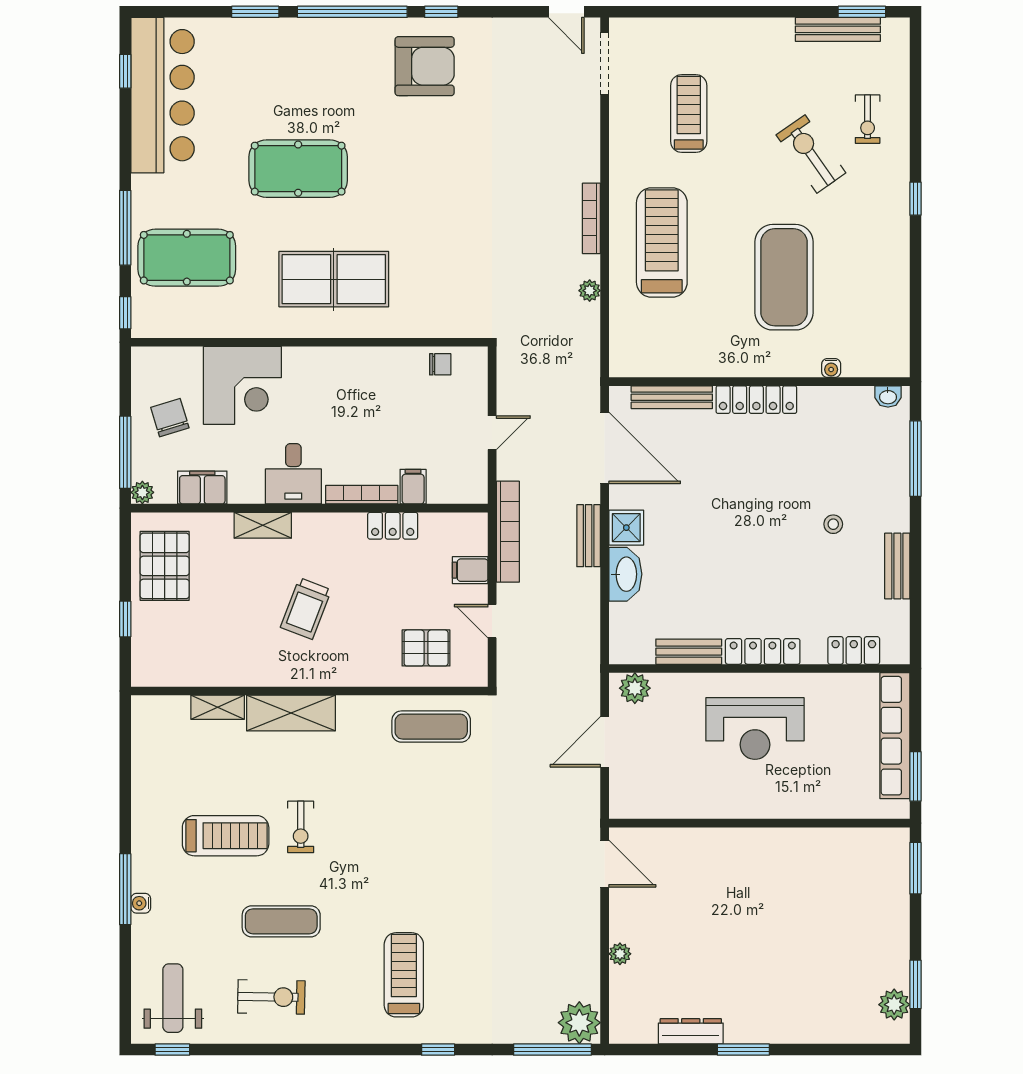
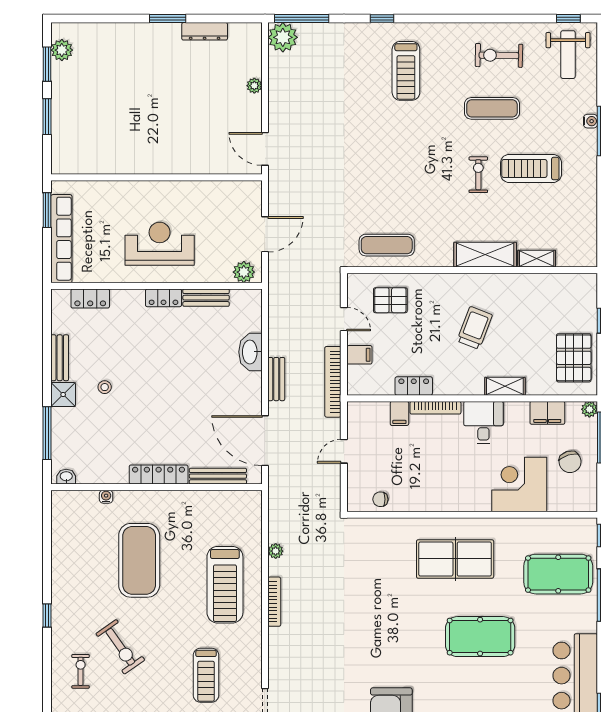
shower: (626, 528) -> (63, 395), moved
locker: (763, 651) -> (164, 298), width x0.66
window: (915, 868) -> (47, 117), moved

